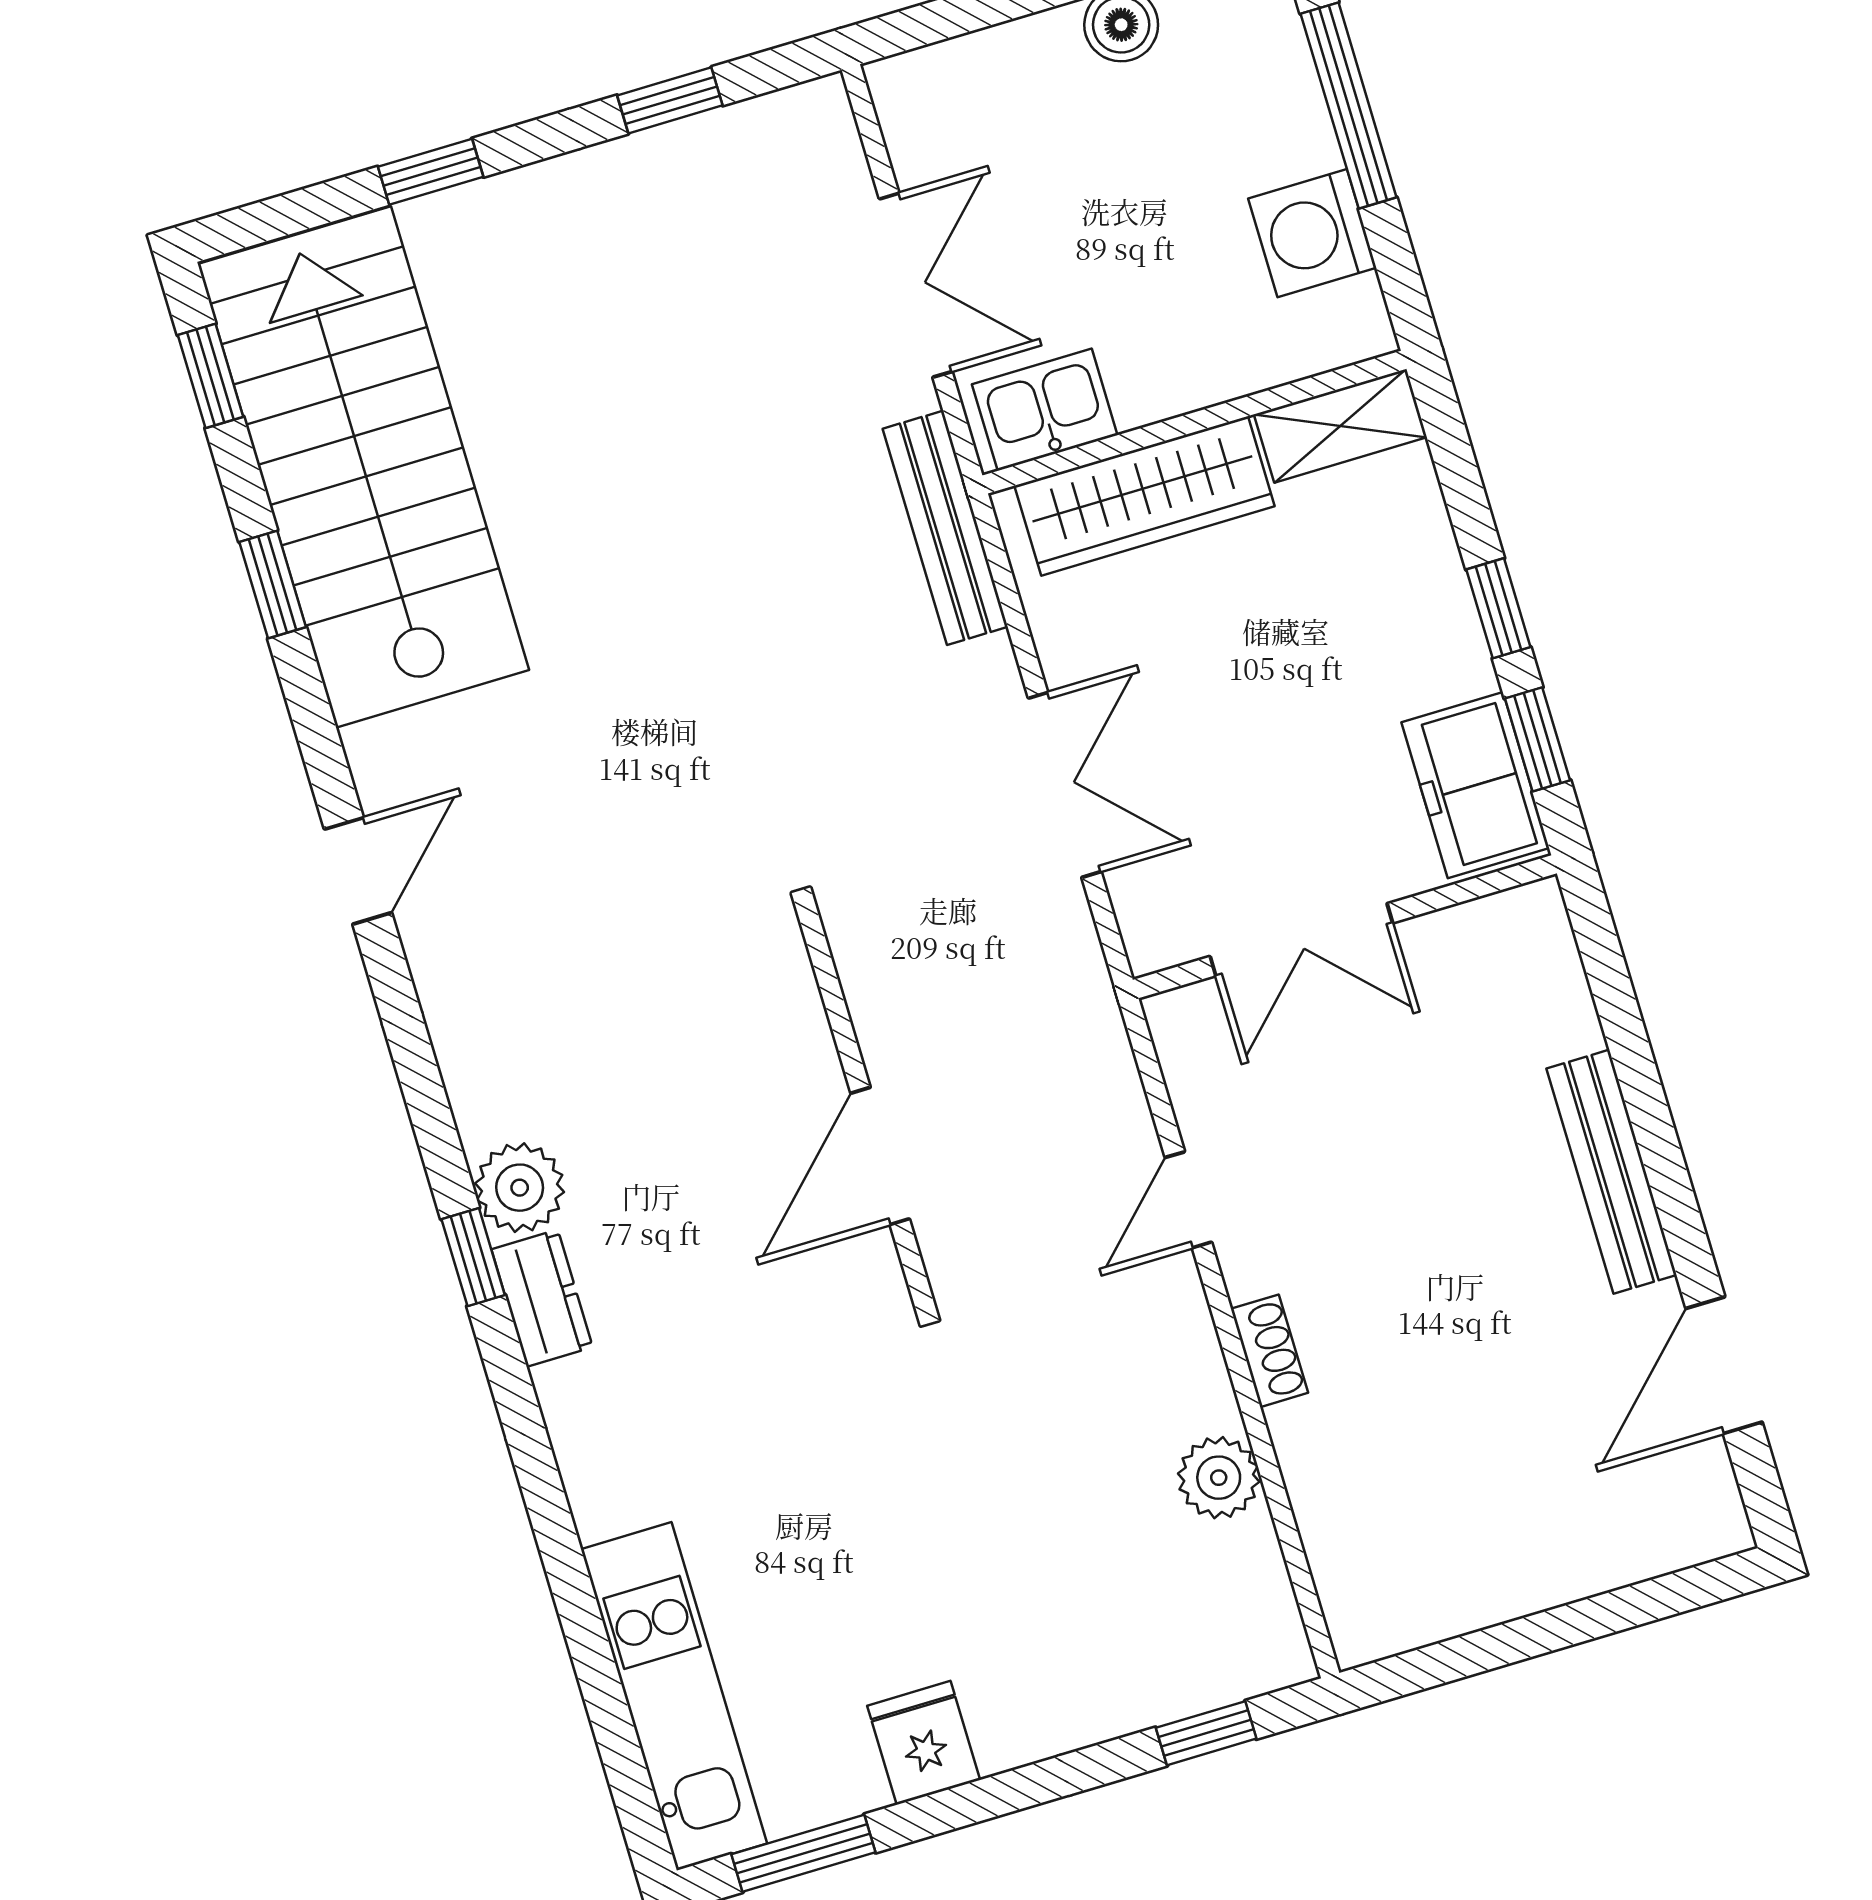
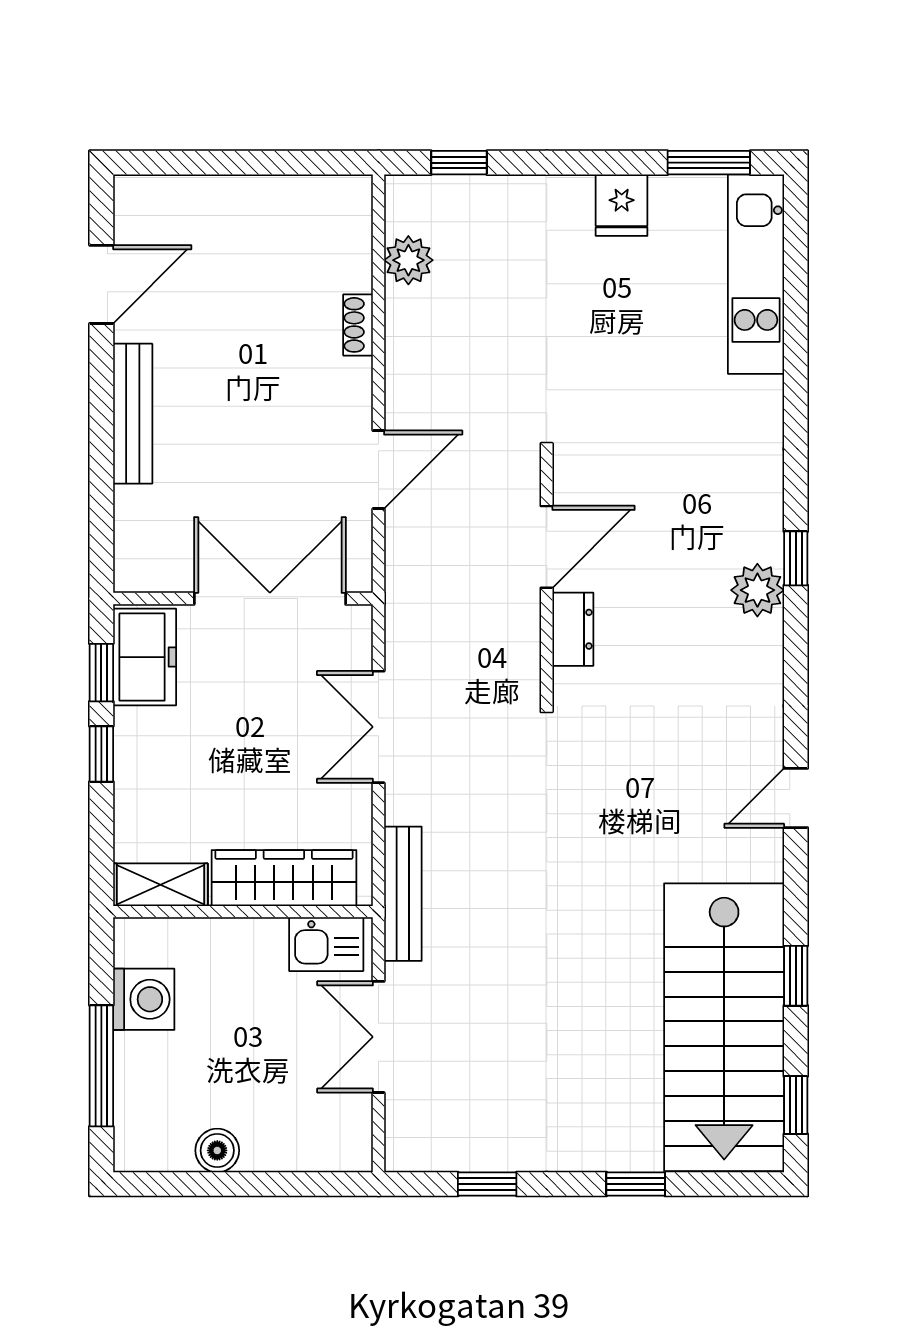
double door: (1301, 940) -> (270, 599), width x1.37
door: (1188, 1200) -> (378, 470), width x1.38
dresser: (542, 1298) -> (573, 629), moved, turned 180
shoe rack: (1269, 1351) -> (358, 325), moved
plant: (1219, 1478) -> (408, 260), moved

